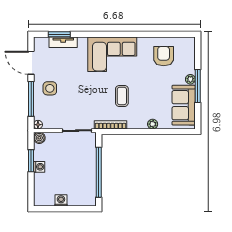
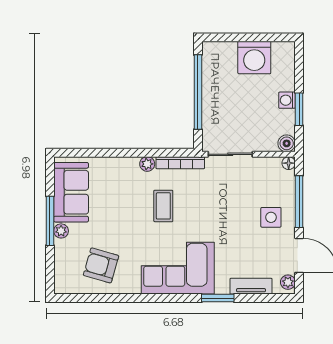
window: (59, 34) -> (218, 298), moved
plant: (38, 45) -> (288, 282), added
armchair: (164, 56) -> (101, 265), turned 106
plant: (153, 124) -> (147, 164), moved
washing machine: (61, 200) -> (254, 58), width x1.89, depth x1.89

